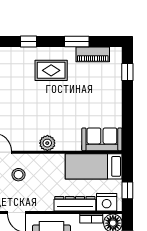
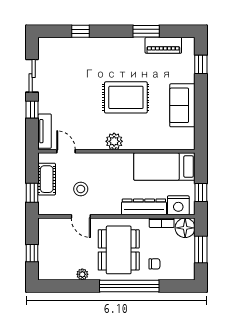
window: (28, 41) -> (80, 31), moved
rug: (51, 70) -> (126, 97), moved, width x1.36, depth x1.43
sofa: (102, 139) -> (182, 105), moved, turned -90
stool: (18, 175) -> (81, 189), moved

